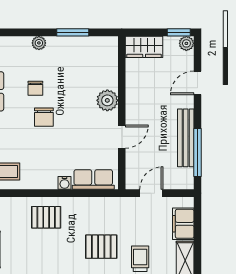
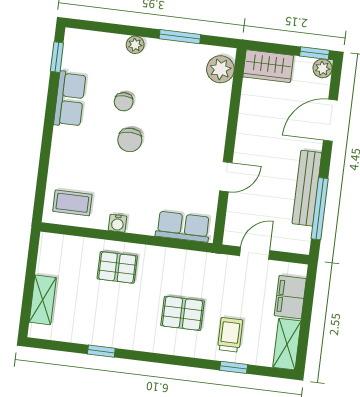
door: (197, 83) -> (330, 120), width x1.38
plant: (107, 100) -> (220, 69), moved
water cooler: (65, 183) -> (118, 223), moved

